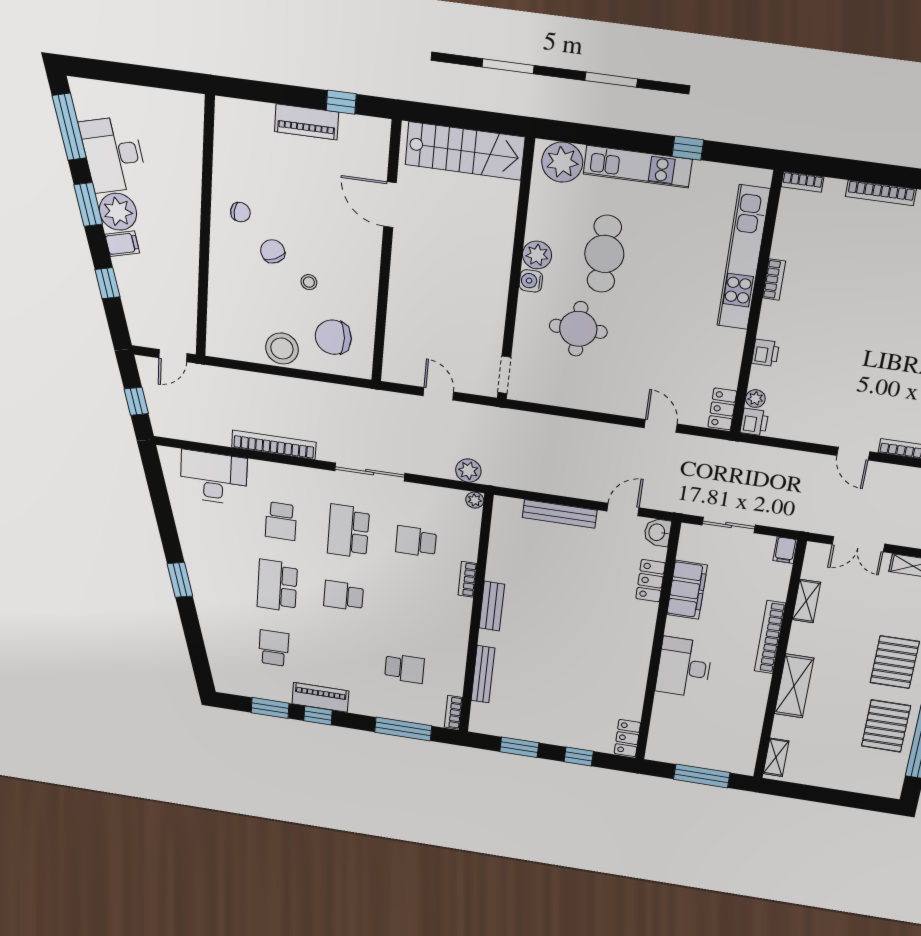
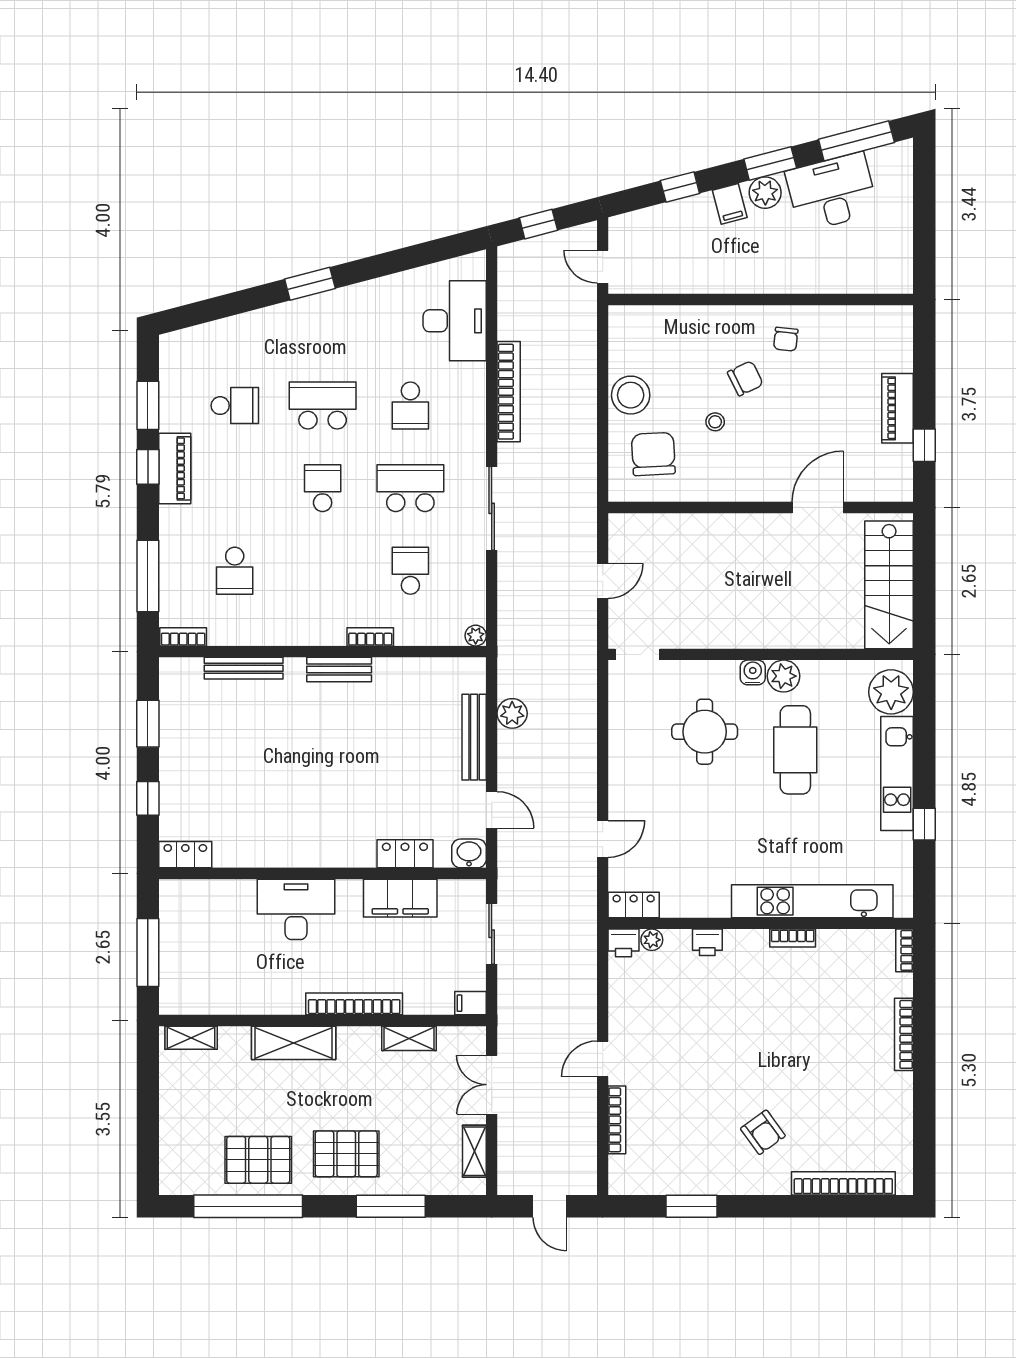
plant: (118, 212) -> (765, 193), width x0.73, depth x0.73
cafe table: (604, 254) -> (795, 750), turned 90
plant: (468, 471) -> (512, 713), moved
school desk: (281, 521) -> (410, 406), turned -90

